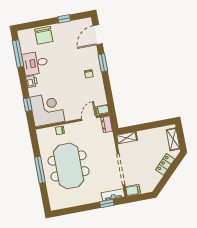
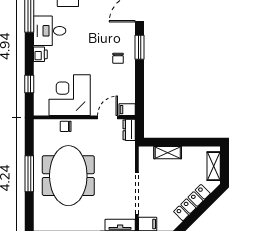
corner desk: (47, 109) -> (70, 95), moved, turned -90
shelving: (127, 138) -> (168, 153), moved
locker: (165, 164) -> (192, 203), width x1.53

